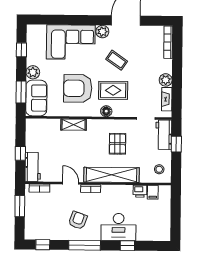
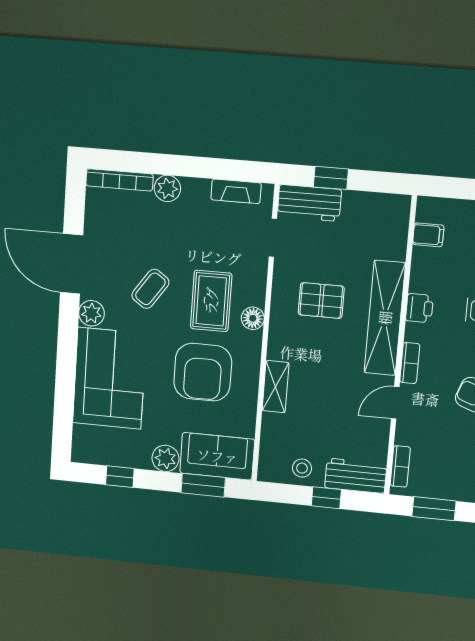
plant: (166, 80) -> (167, 188), moved
stool: (159, 169) -> (302, 468), moved
printer: (140, 191) -> (419, 308), moved

